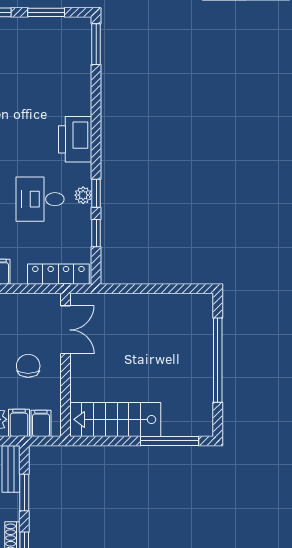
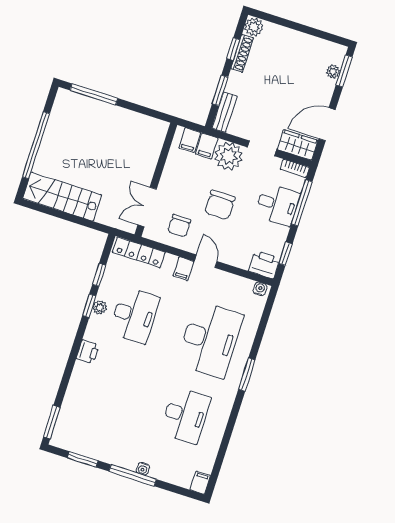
printer: (75, 139) -> (88, 352), width x0.53, depth x0.68
desk: (40, 199) -> (134, 315), width x1.37
chair: (28, 366) -> (179, 226), moved
stairs: (115, 419) -> (62, 197), moved, turned 180

